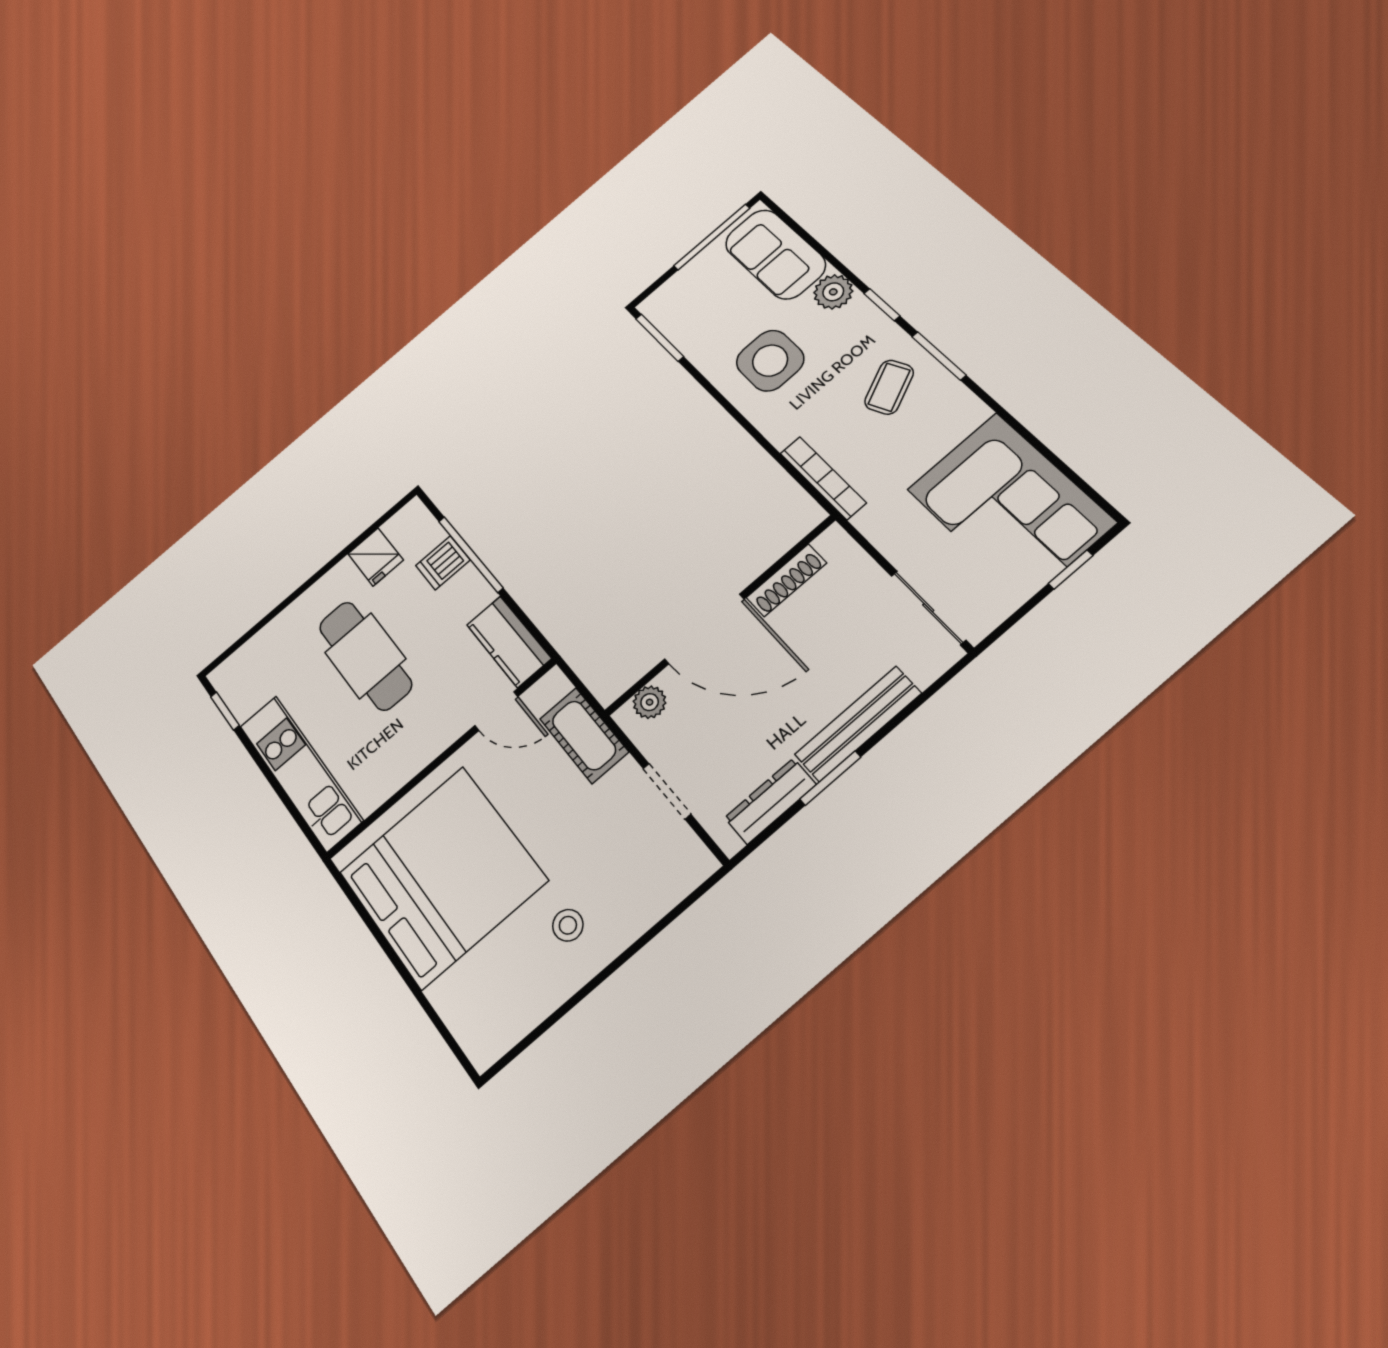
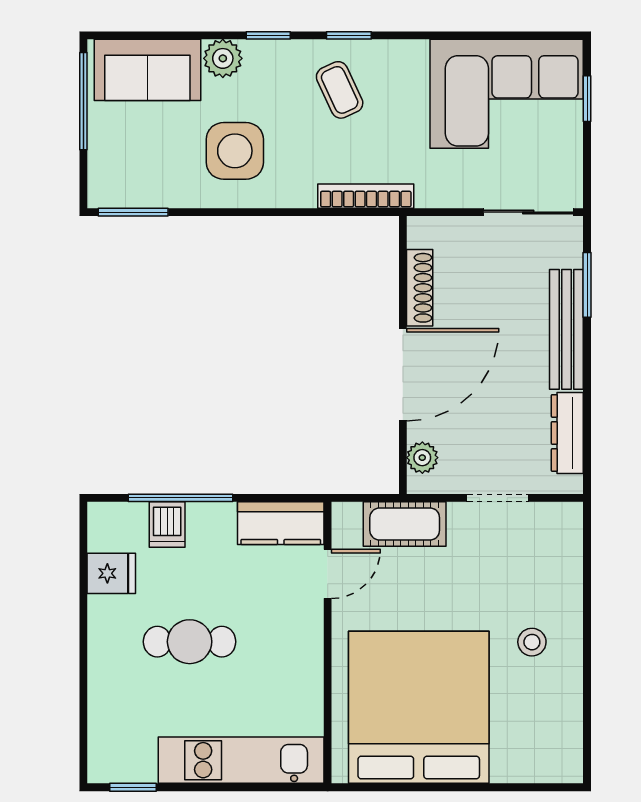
window: (939, 356) -> (349, 35), width x0.67
cafe table: (365, 656) -> (190, 642), width x0.73, depth x0.74
window: (830, 778) -> (587, 285), moved

